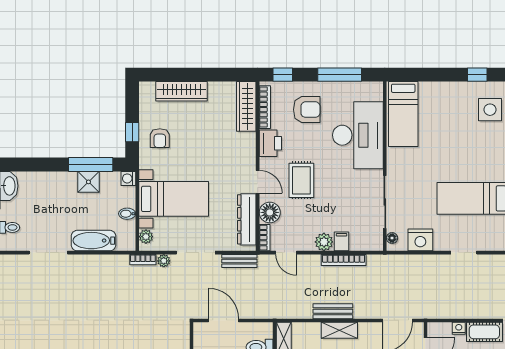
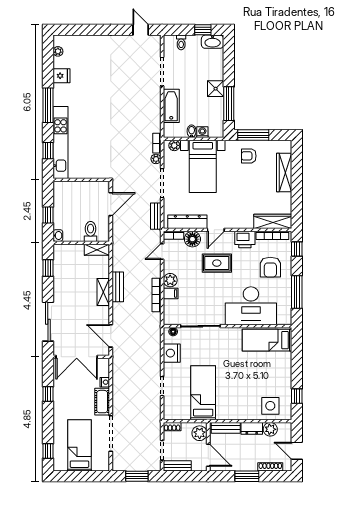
window: (132, 132) -> (253, 135), width x2.17
washing machine: (128, 178) -> (202, 132), moved
shower: (88, 182) -> (216, 89), moved

